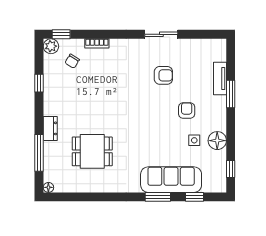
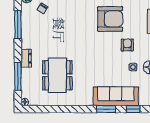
armchair: (163, 75) -> (110, 19), width x1.88, depth x1.88
window: (39, 83) -> (18, 25), width x2.17
dining table: (92, 151) -> (57, 75), width x1.38

